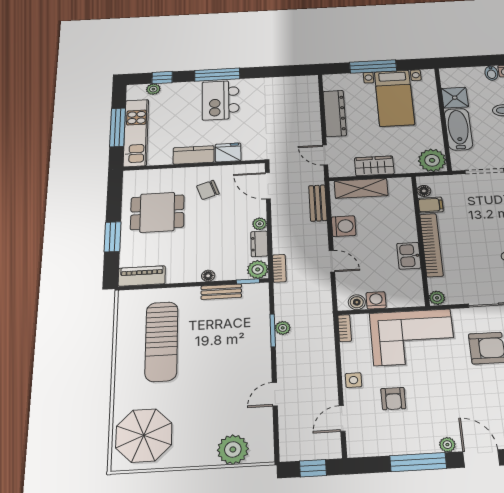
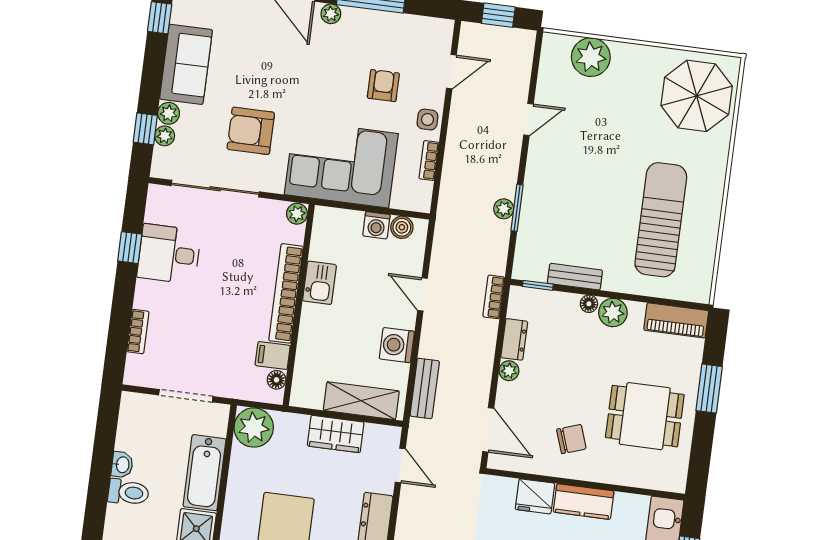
plant: (258, 269) -> (613, 313), moved
bookcase: (345, 328) -> (429, 161), moved

